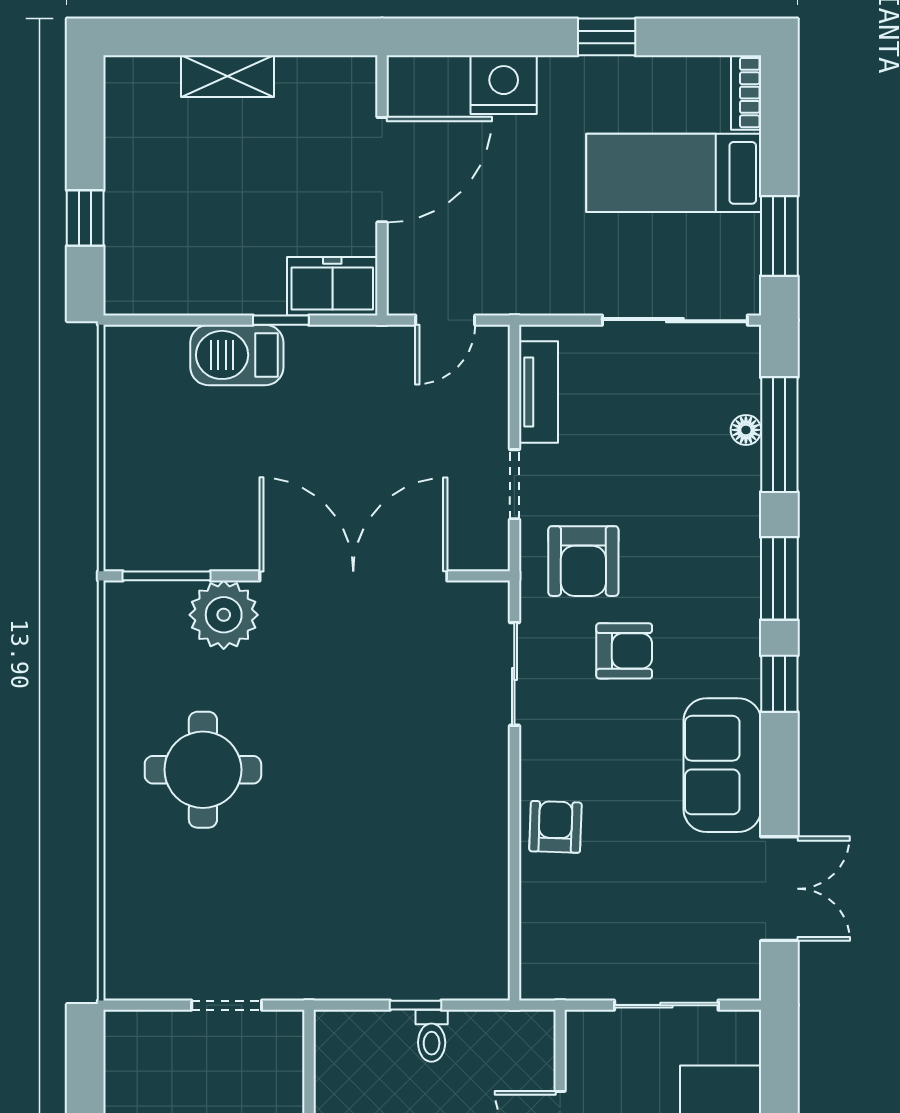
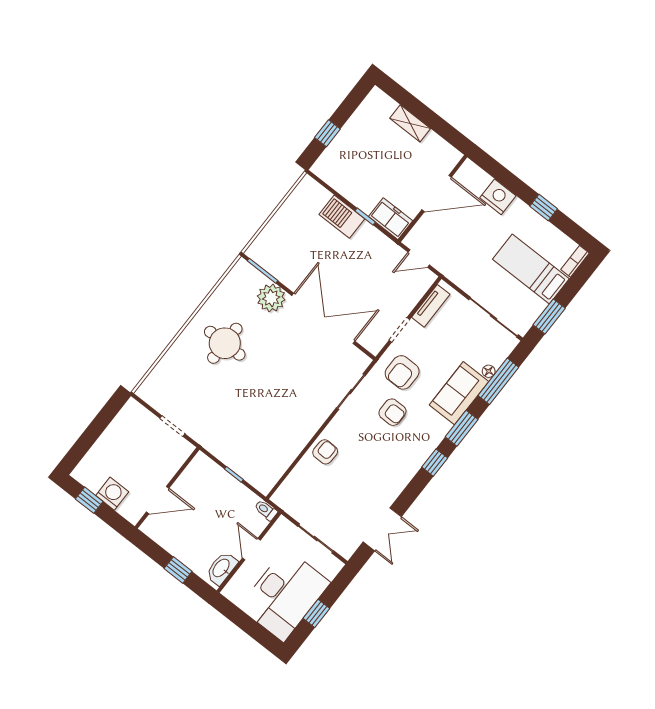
sofa: (722, 765) -> (459, 393), moved
toilet: (432, 1036) -> (266, 510), moved, turned 90

